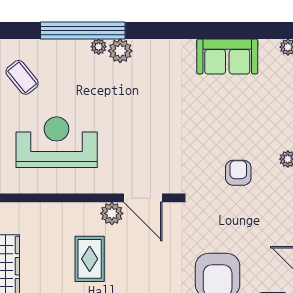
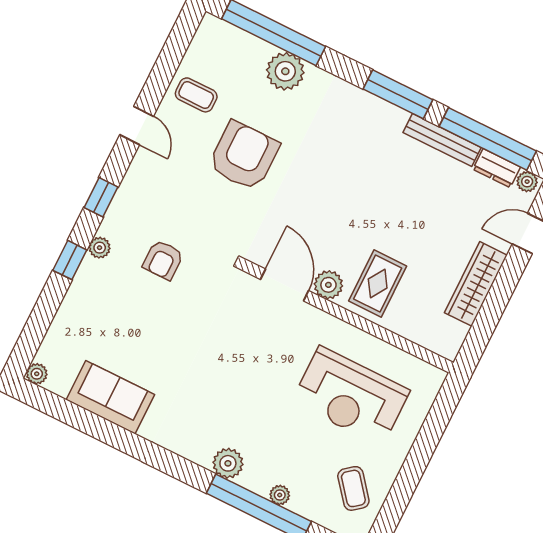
plant: (99, 47) -> (280, 495), moved
rug: (90, 259) -> (378, 284), moved

